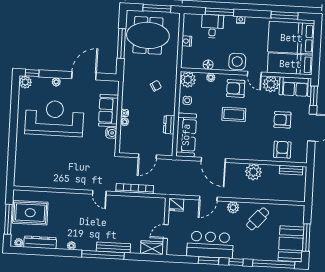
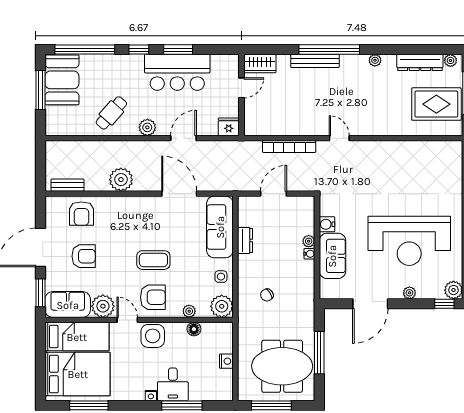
desk: (212, 26) -> (173, 384), moved

